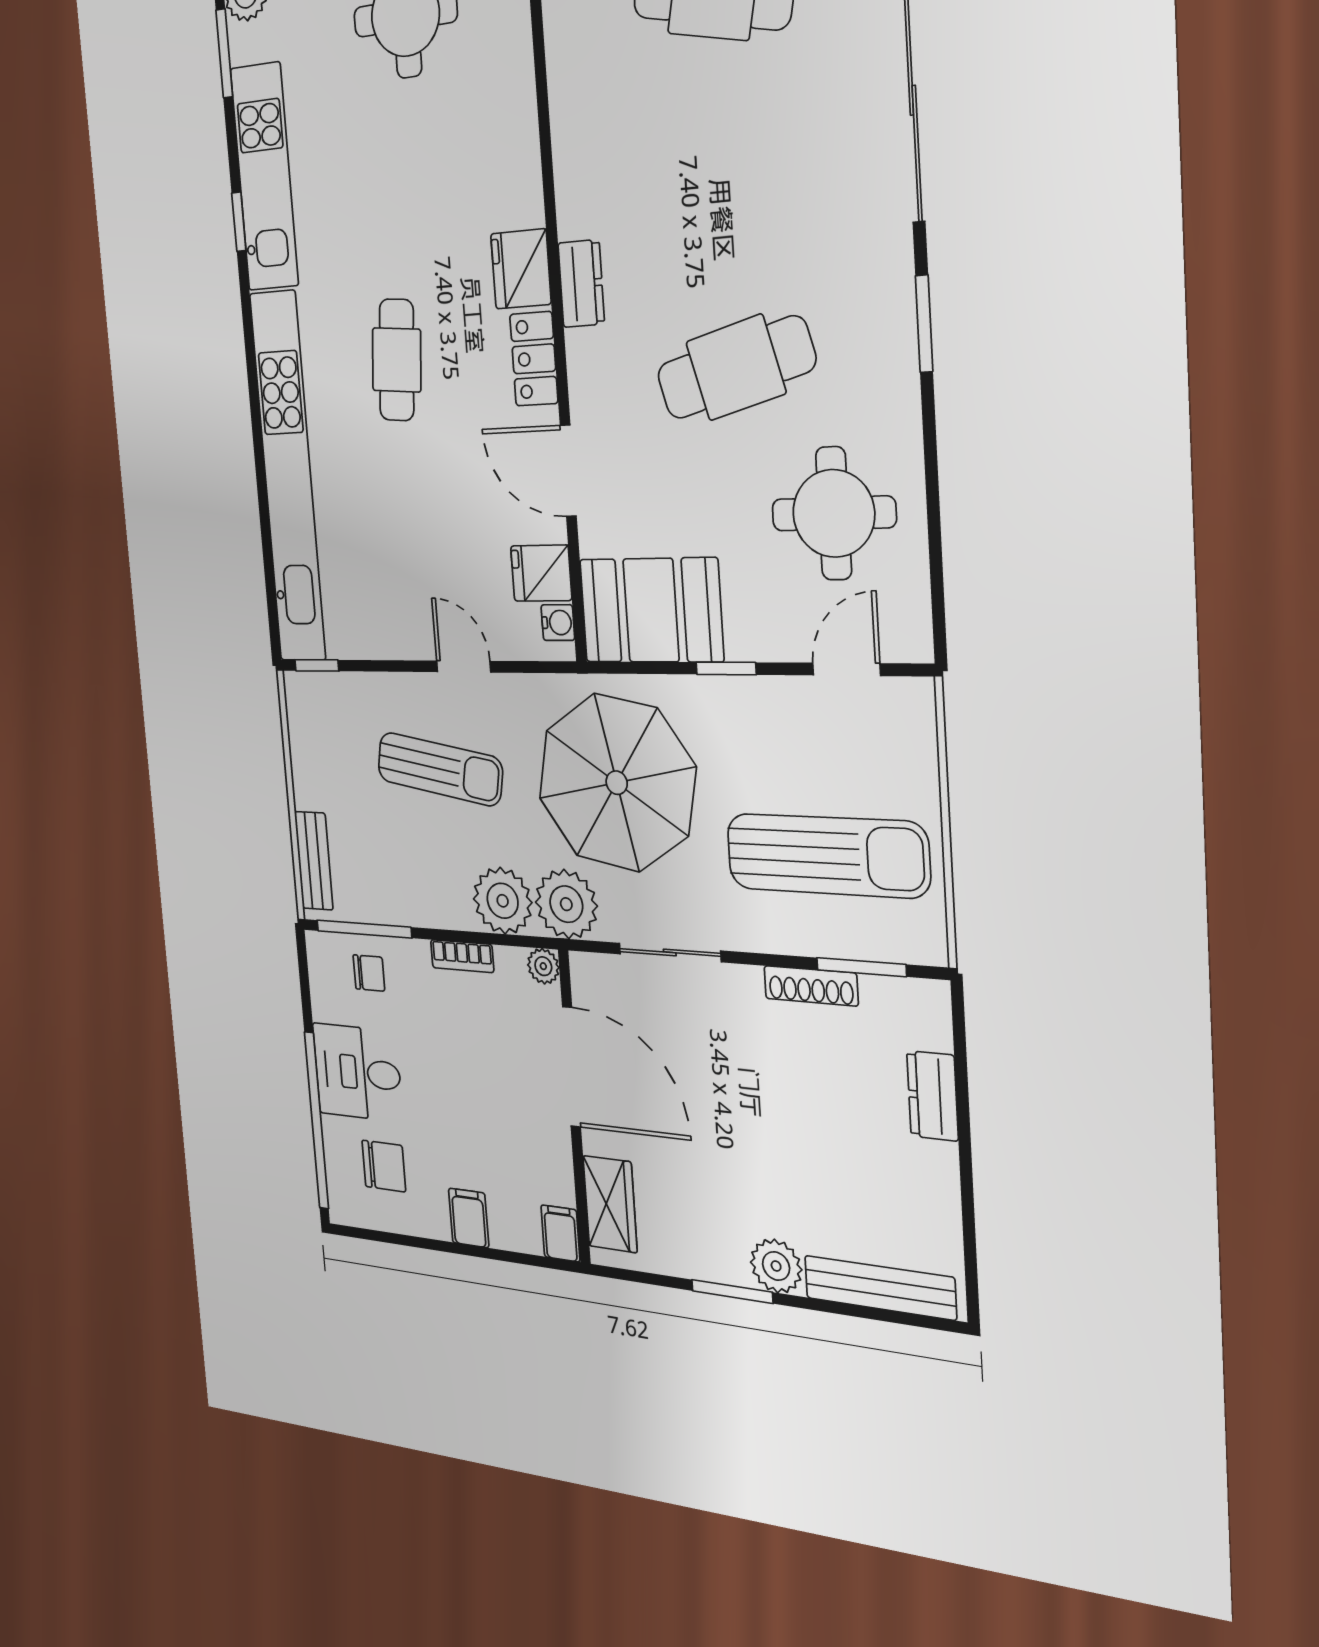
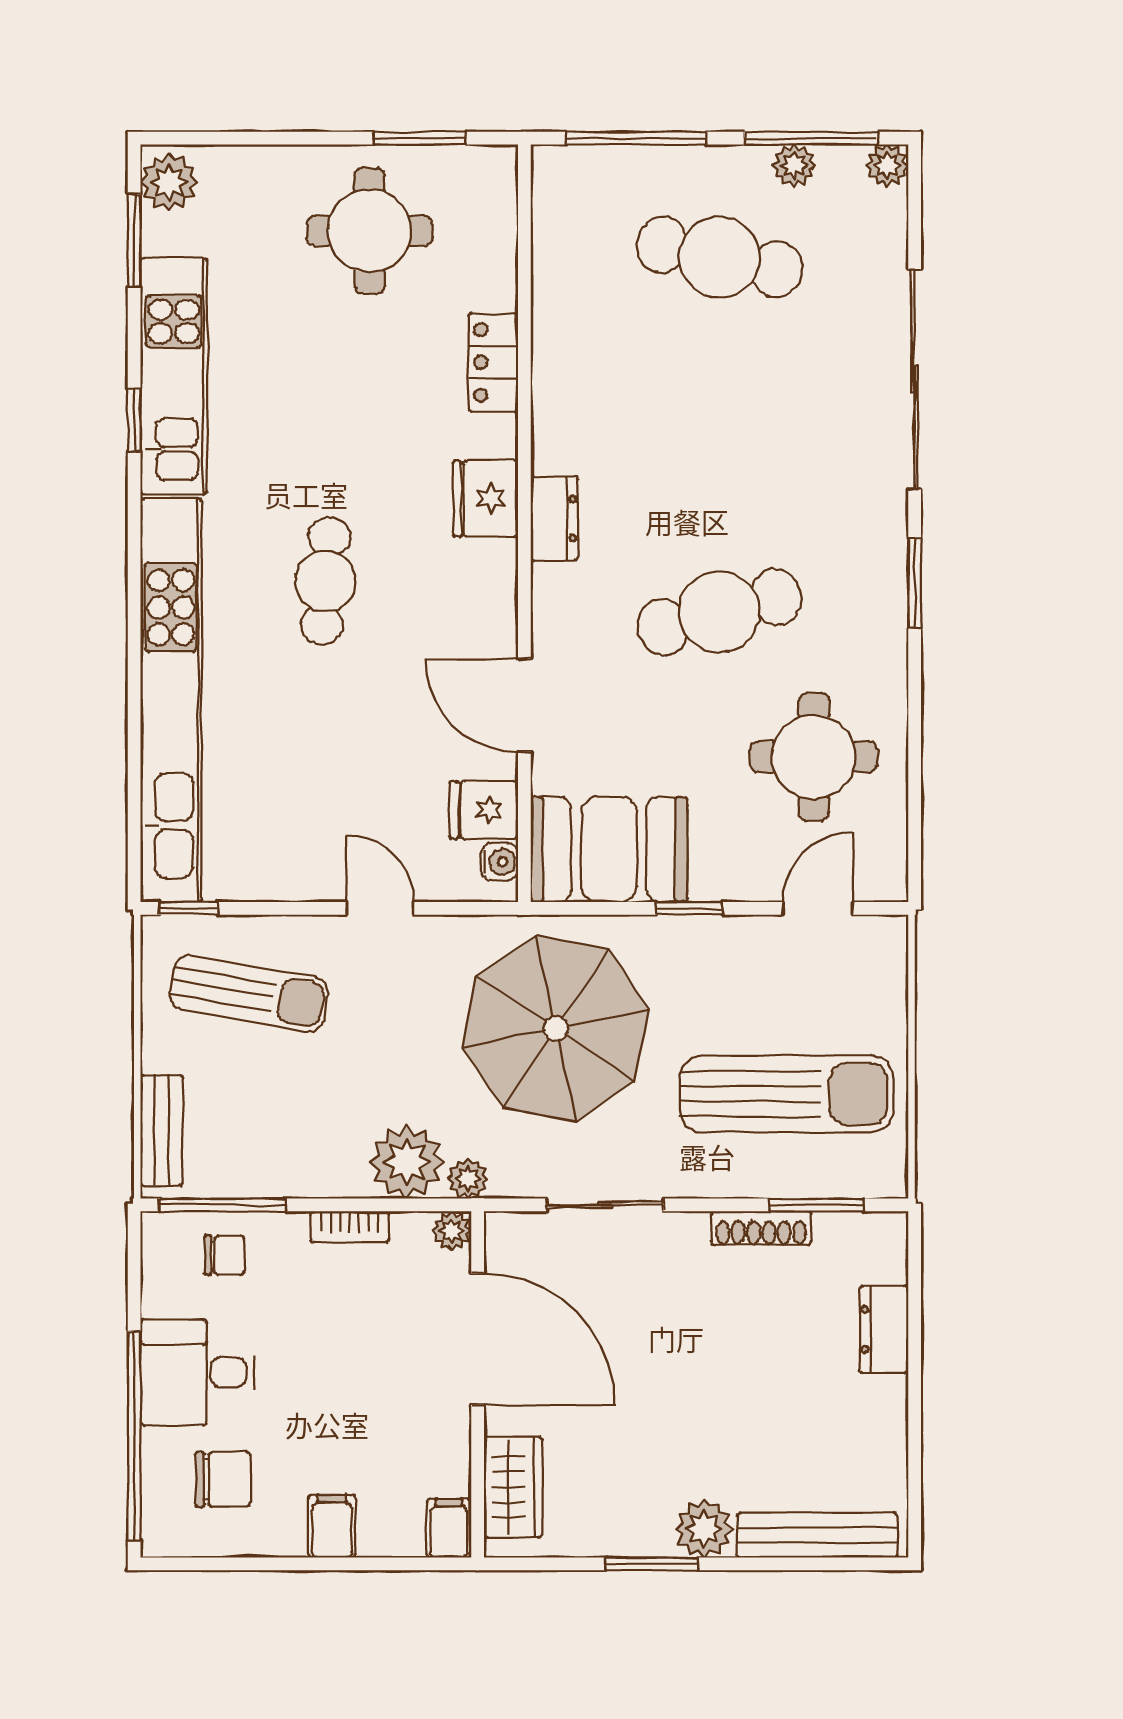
locker: (534, 359) -> (493, 362), moved
sun lounger: (440, 769) -> (249, 993), moved
plant: (566, 904) -> (468, 1179), width x0.53, depth x0.53

